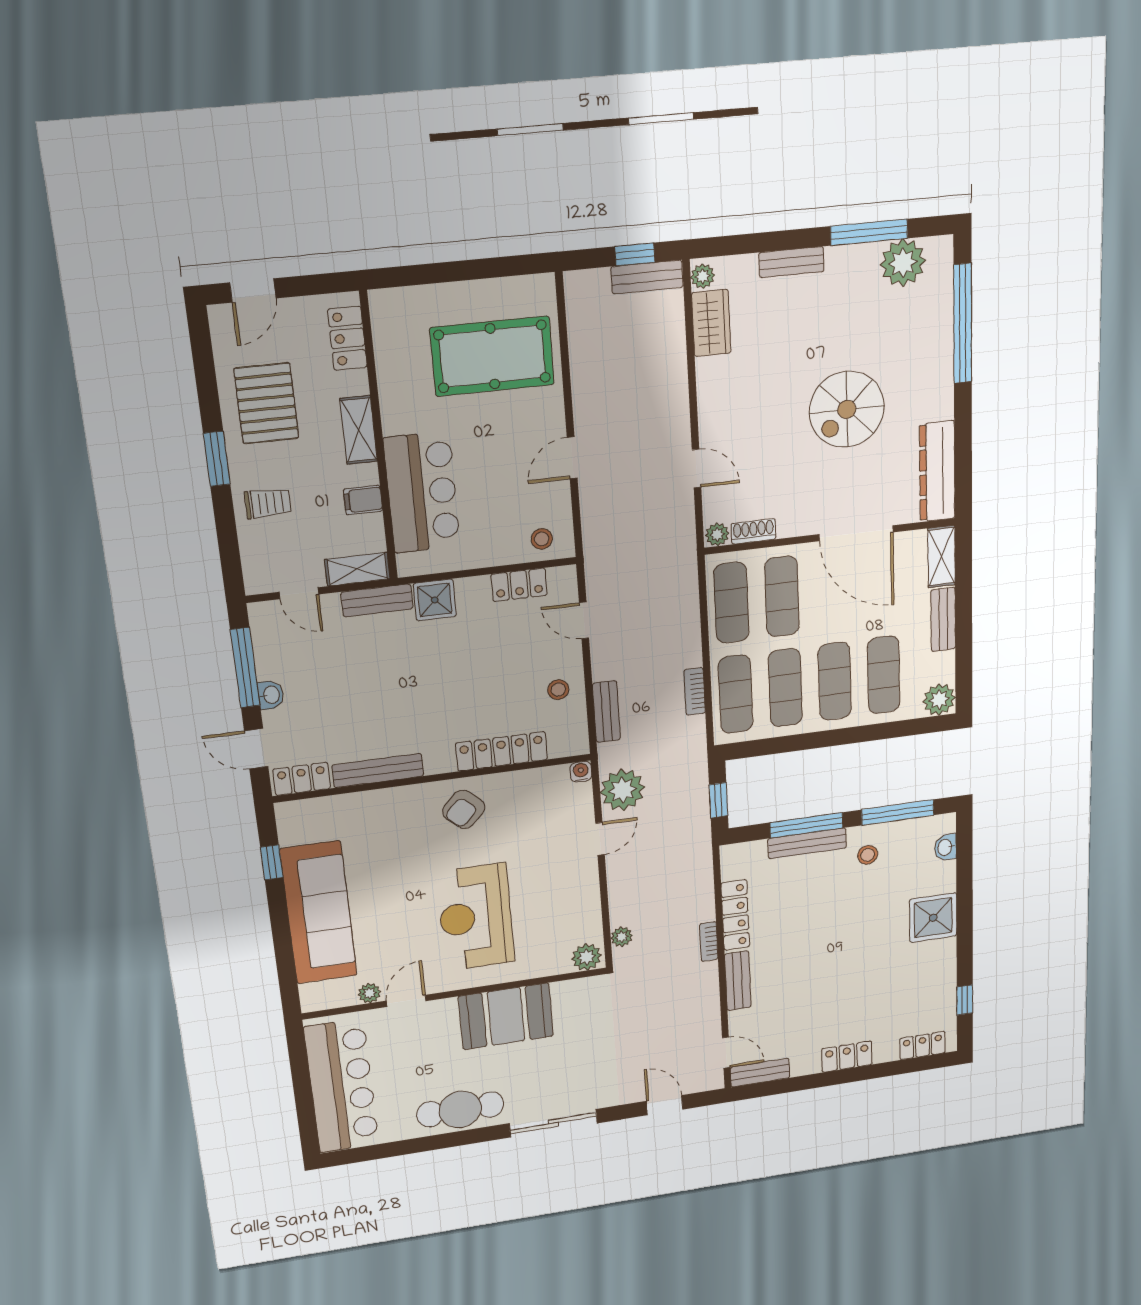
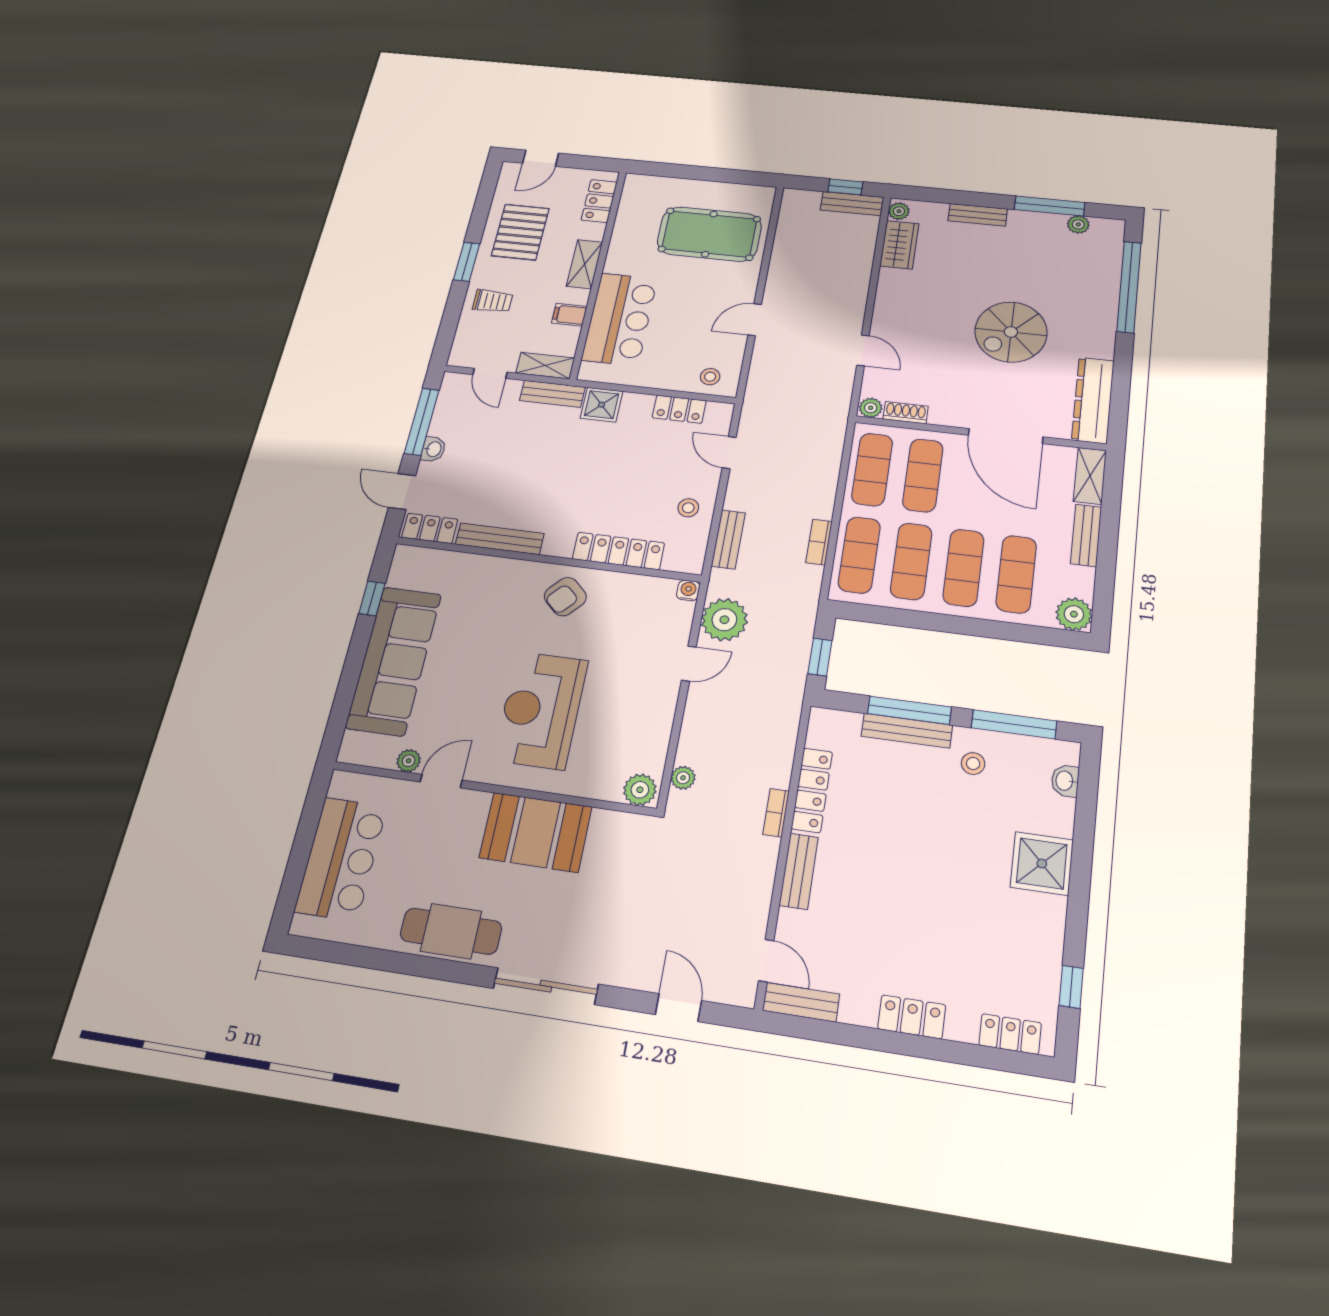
plant: (903, 263) -> (1078, 224), width x0.53, depth x0.53
bar counter: (342, 1086) -> (341, 859), width x0.73

